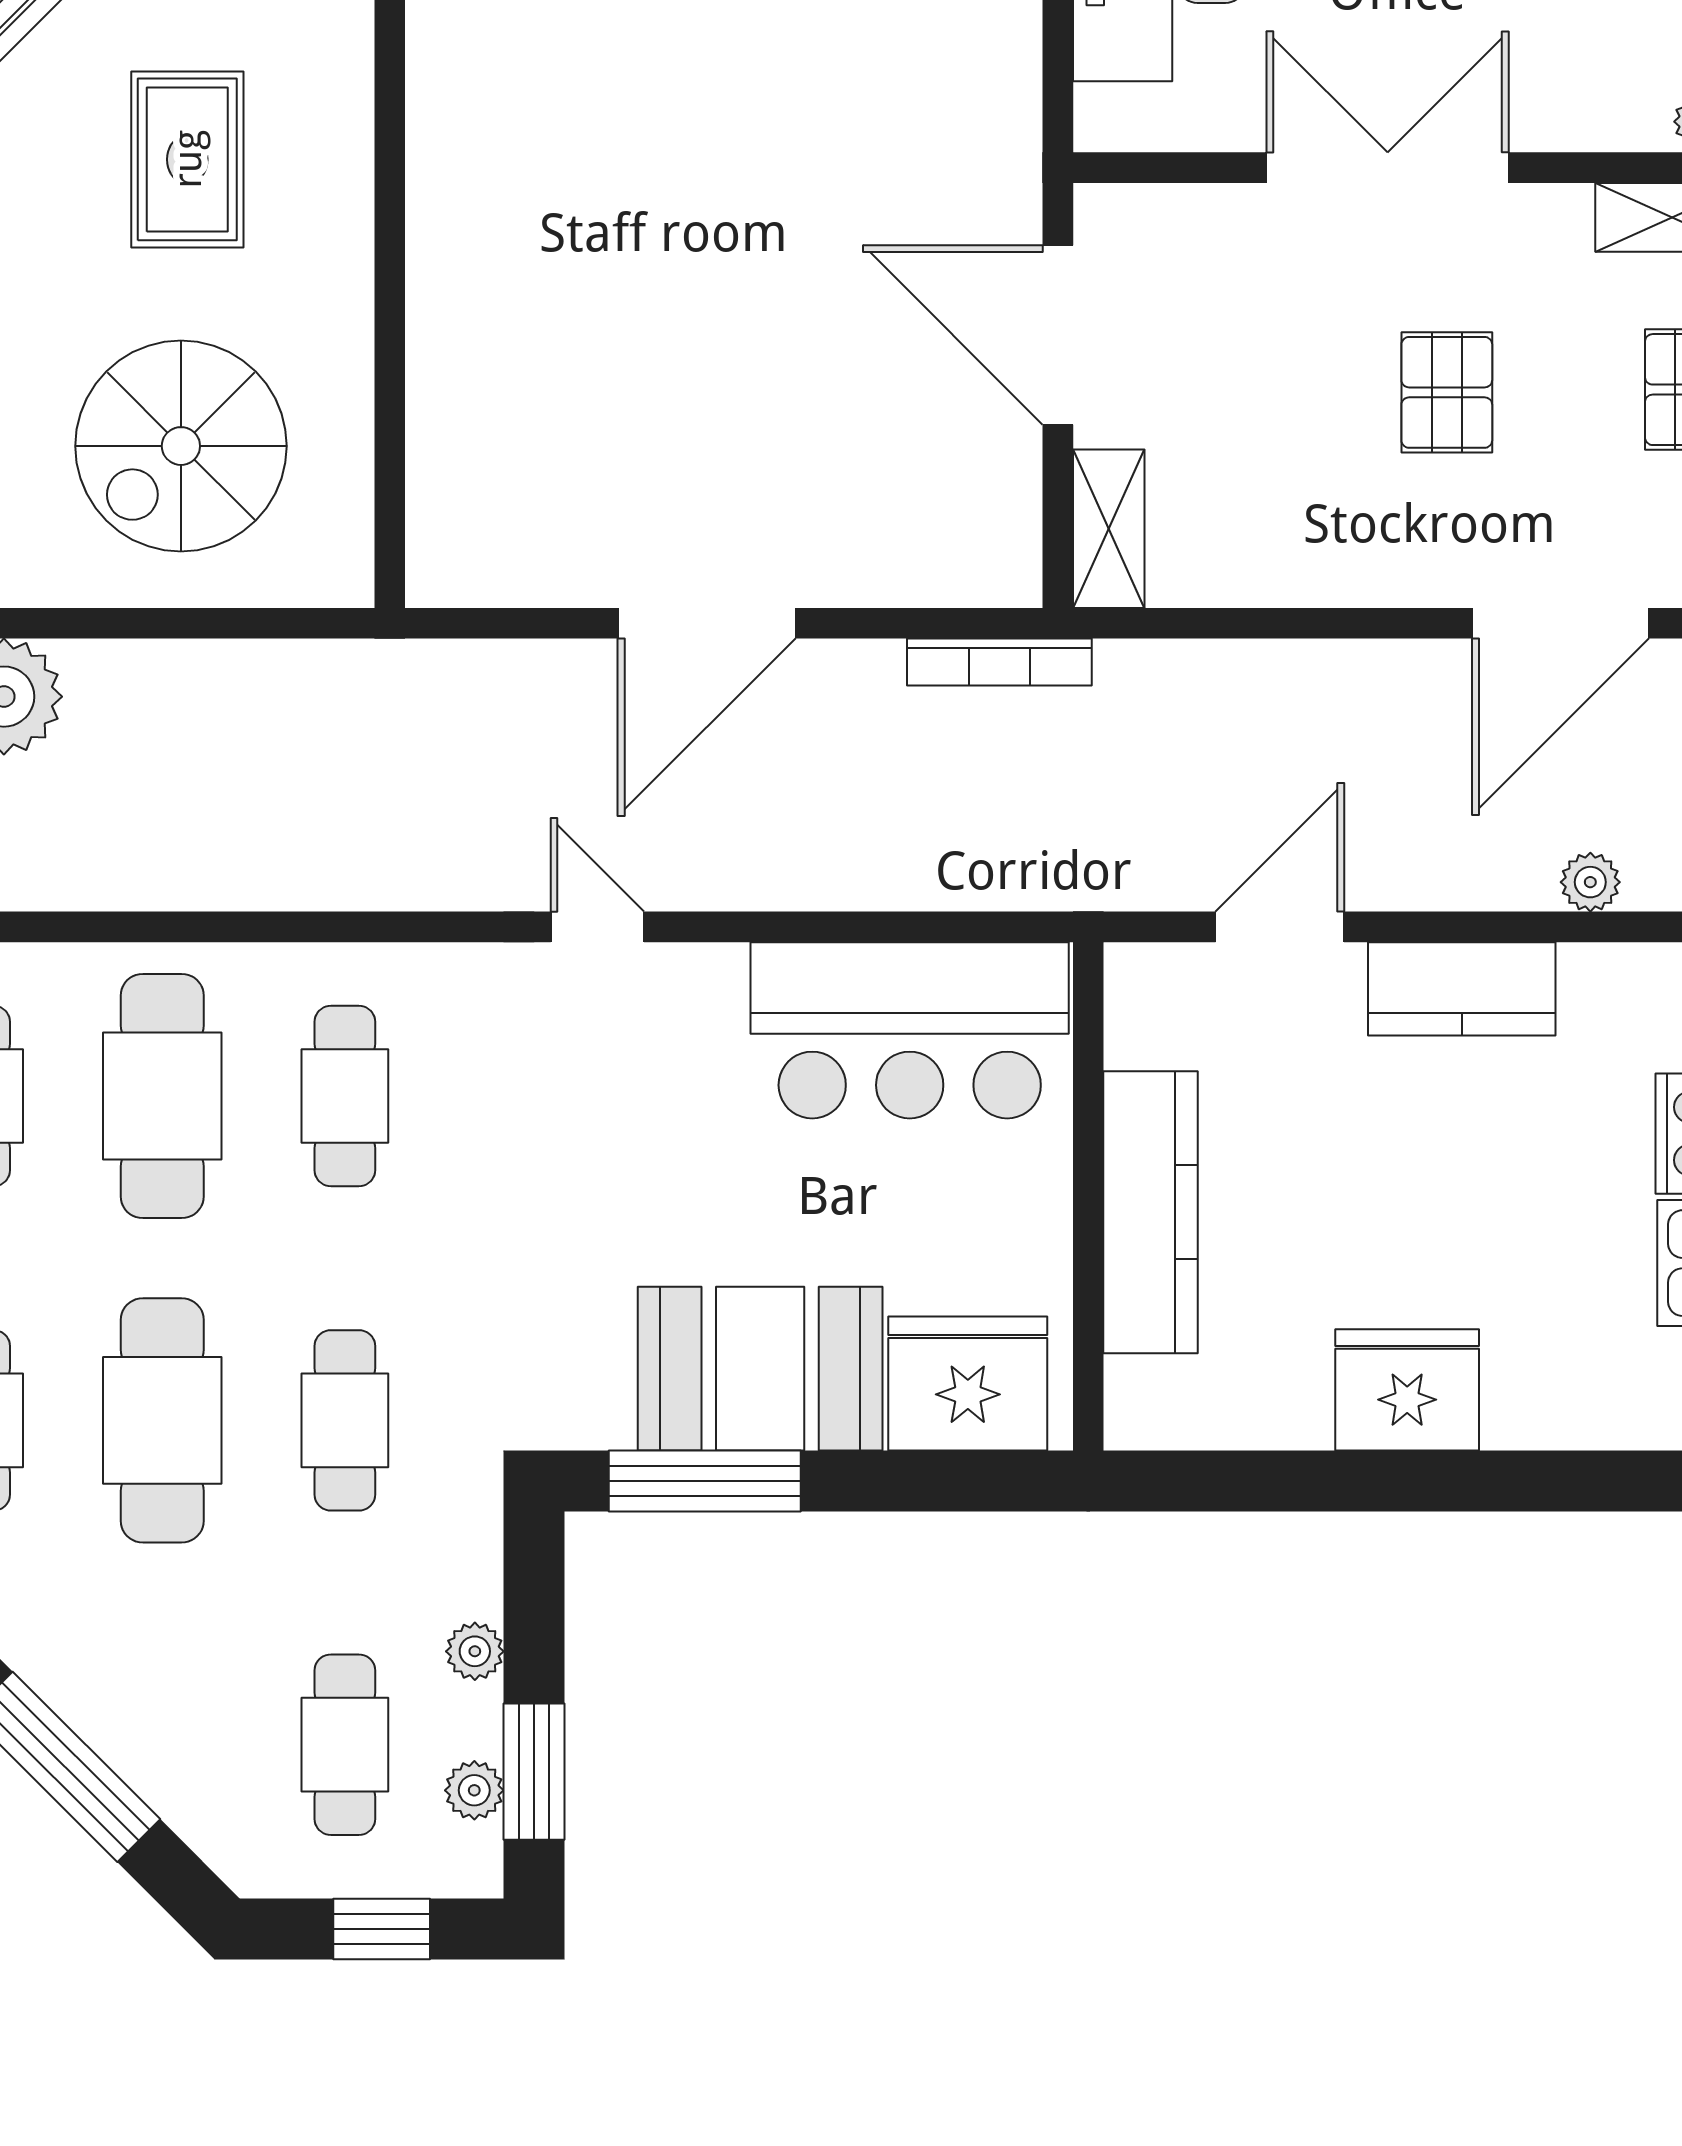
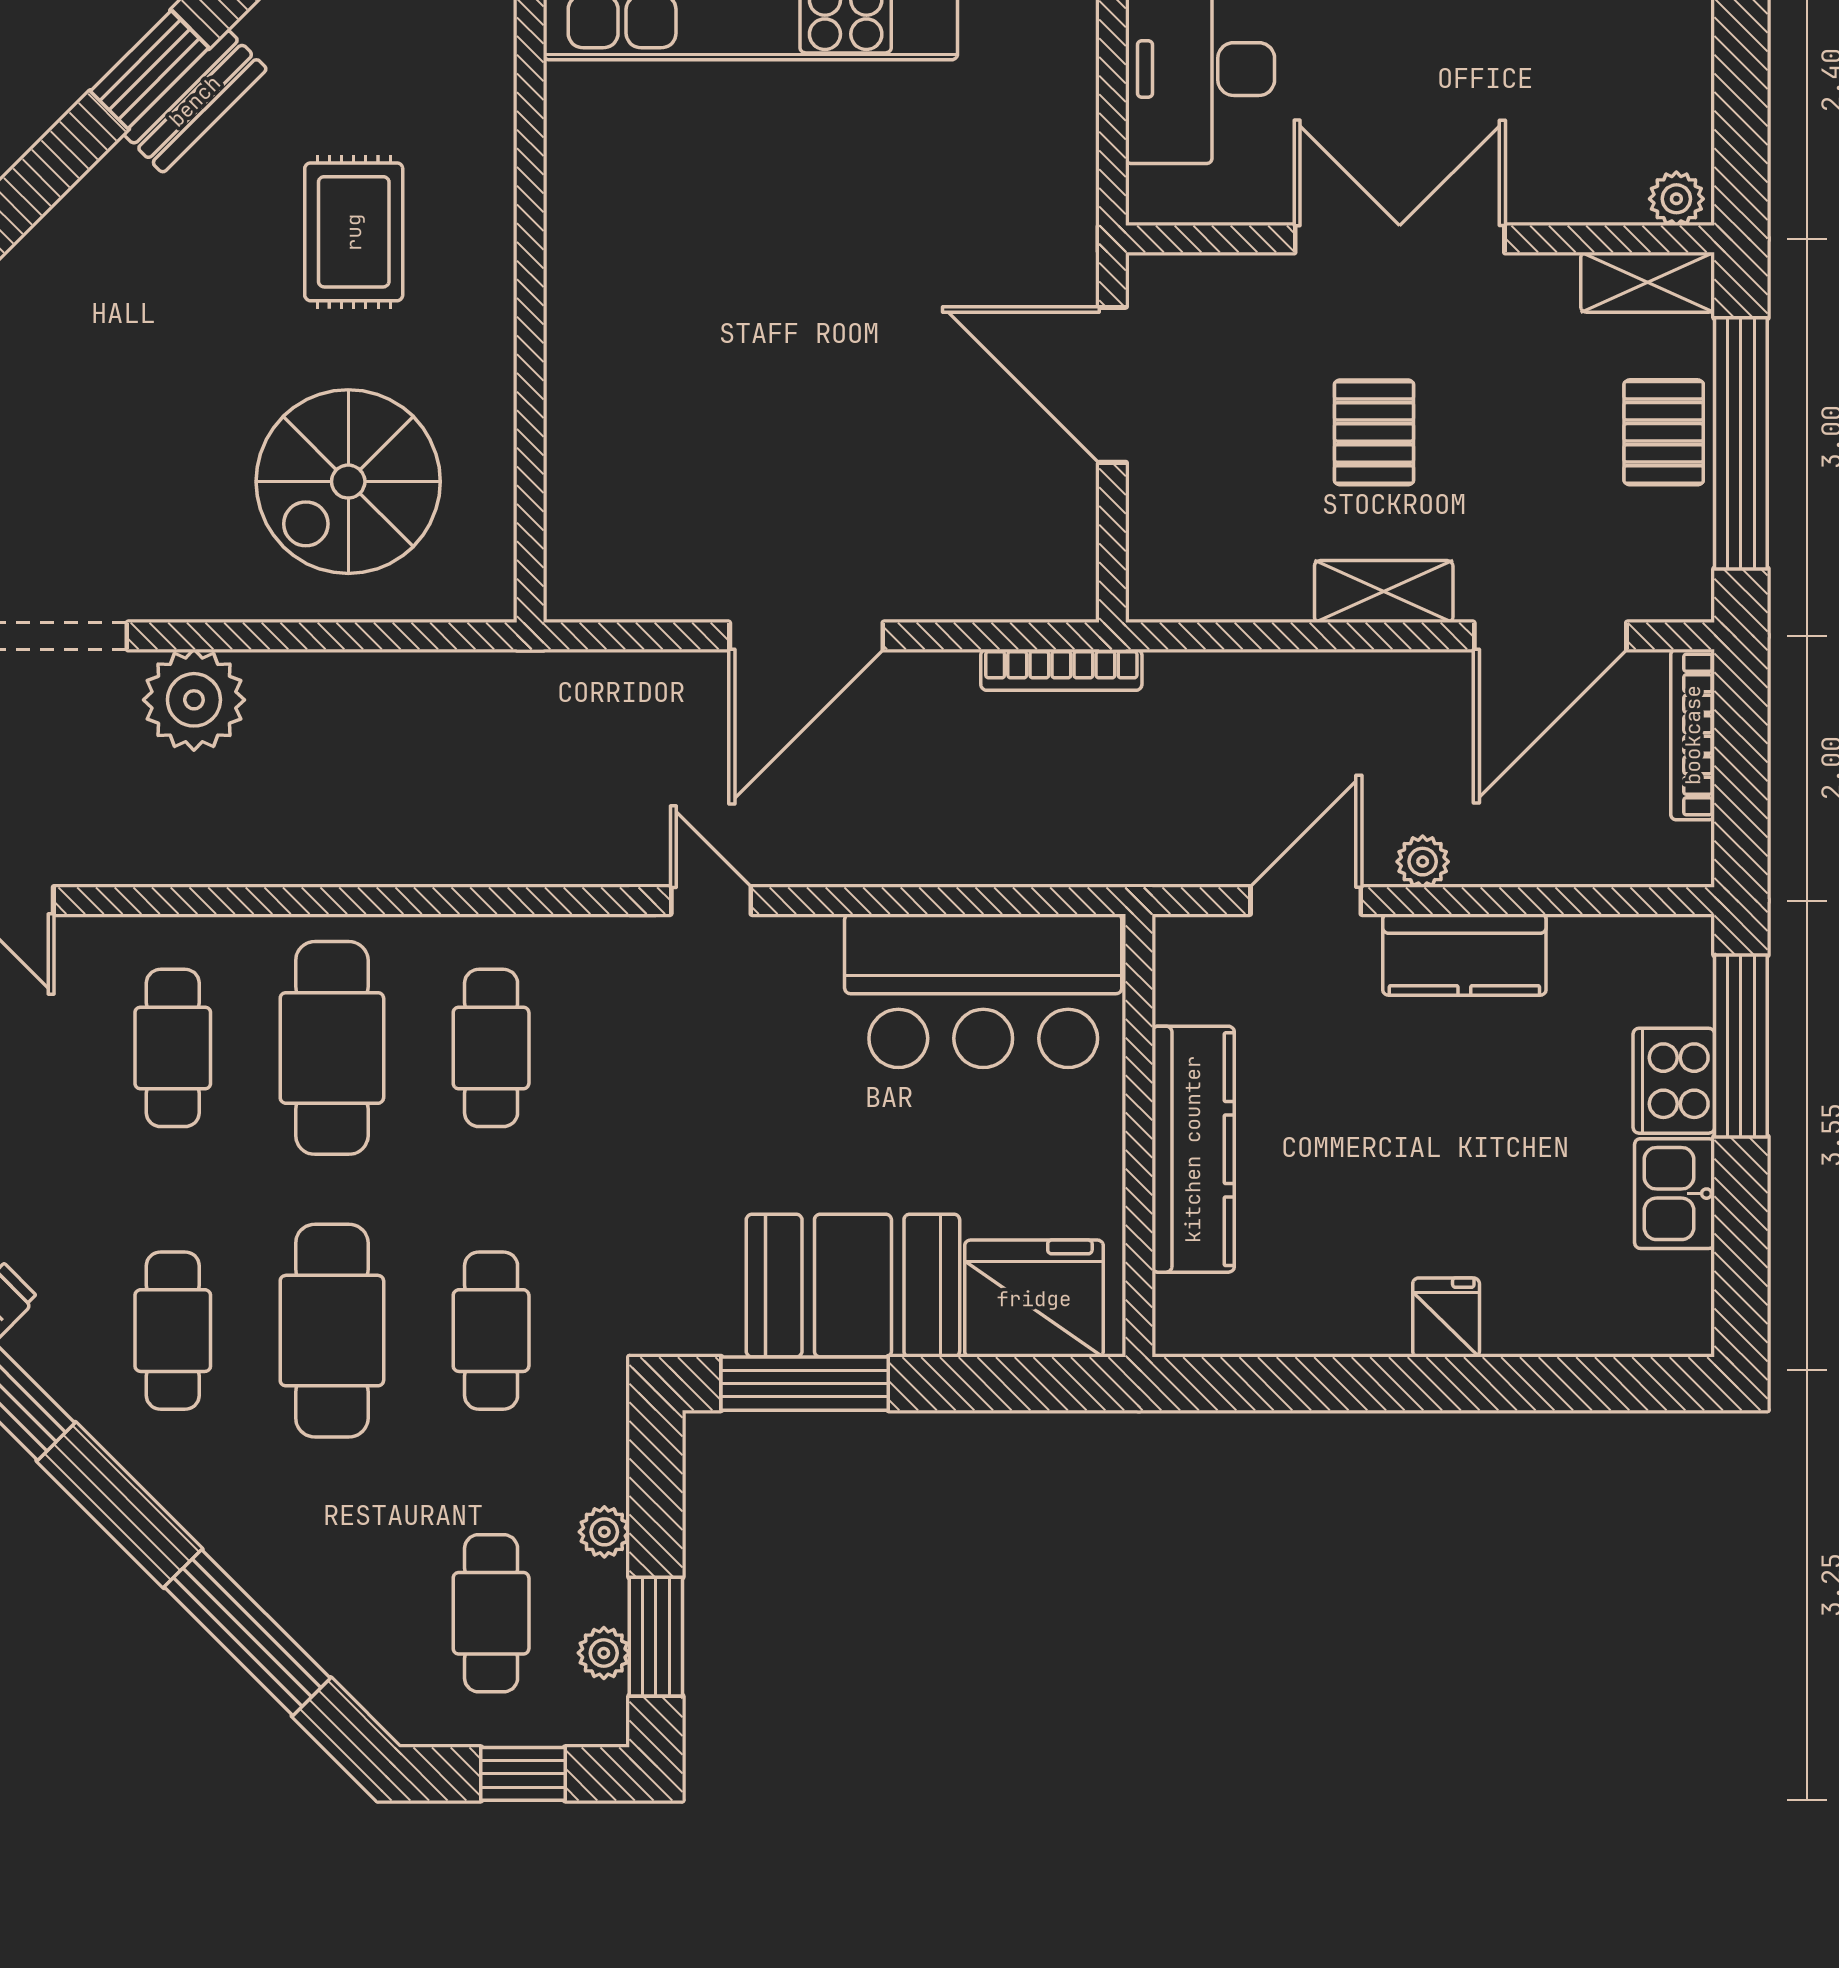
pallet: (1447, 392) -> (1374, 432), moved
shelving: (1109, 529) -> (1384, 592), moved, turned 90
plant: (1590, 882) -> (1423, 862), moved
fridge: (1407, 1390) -> (1446, 1317), width x0.53, depth x0.75

